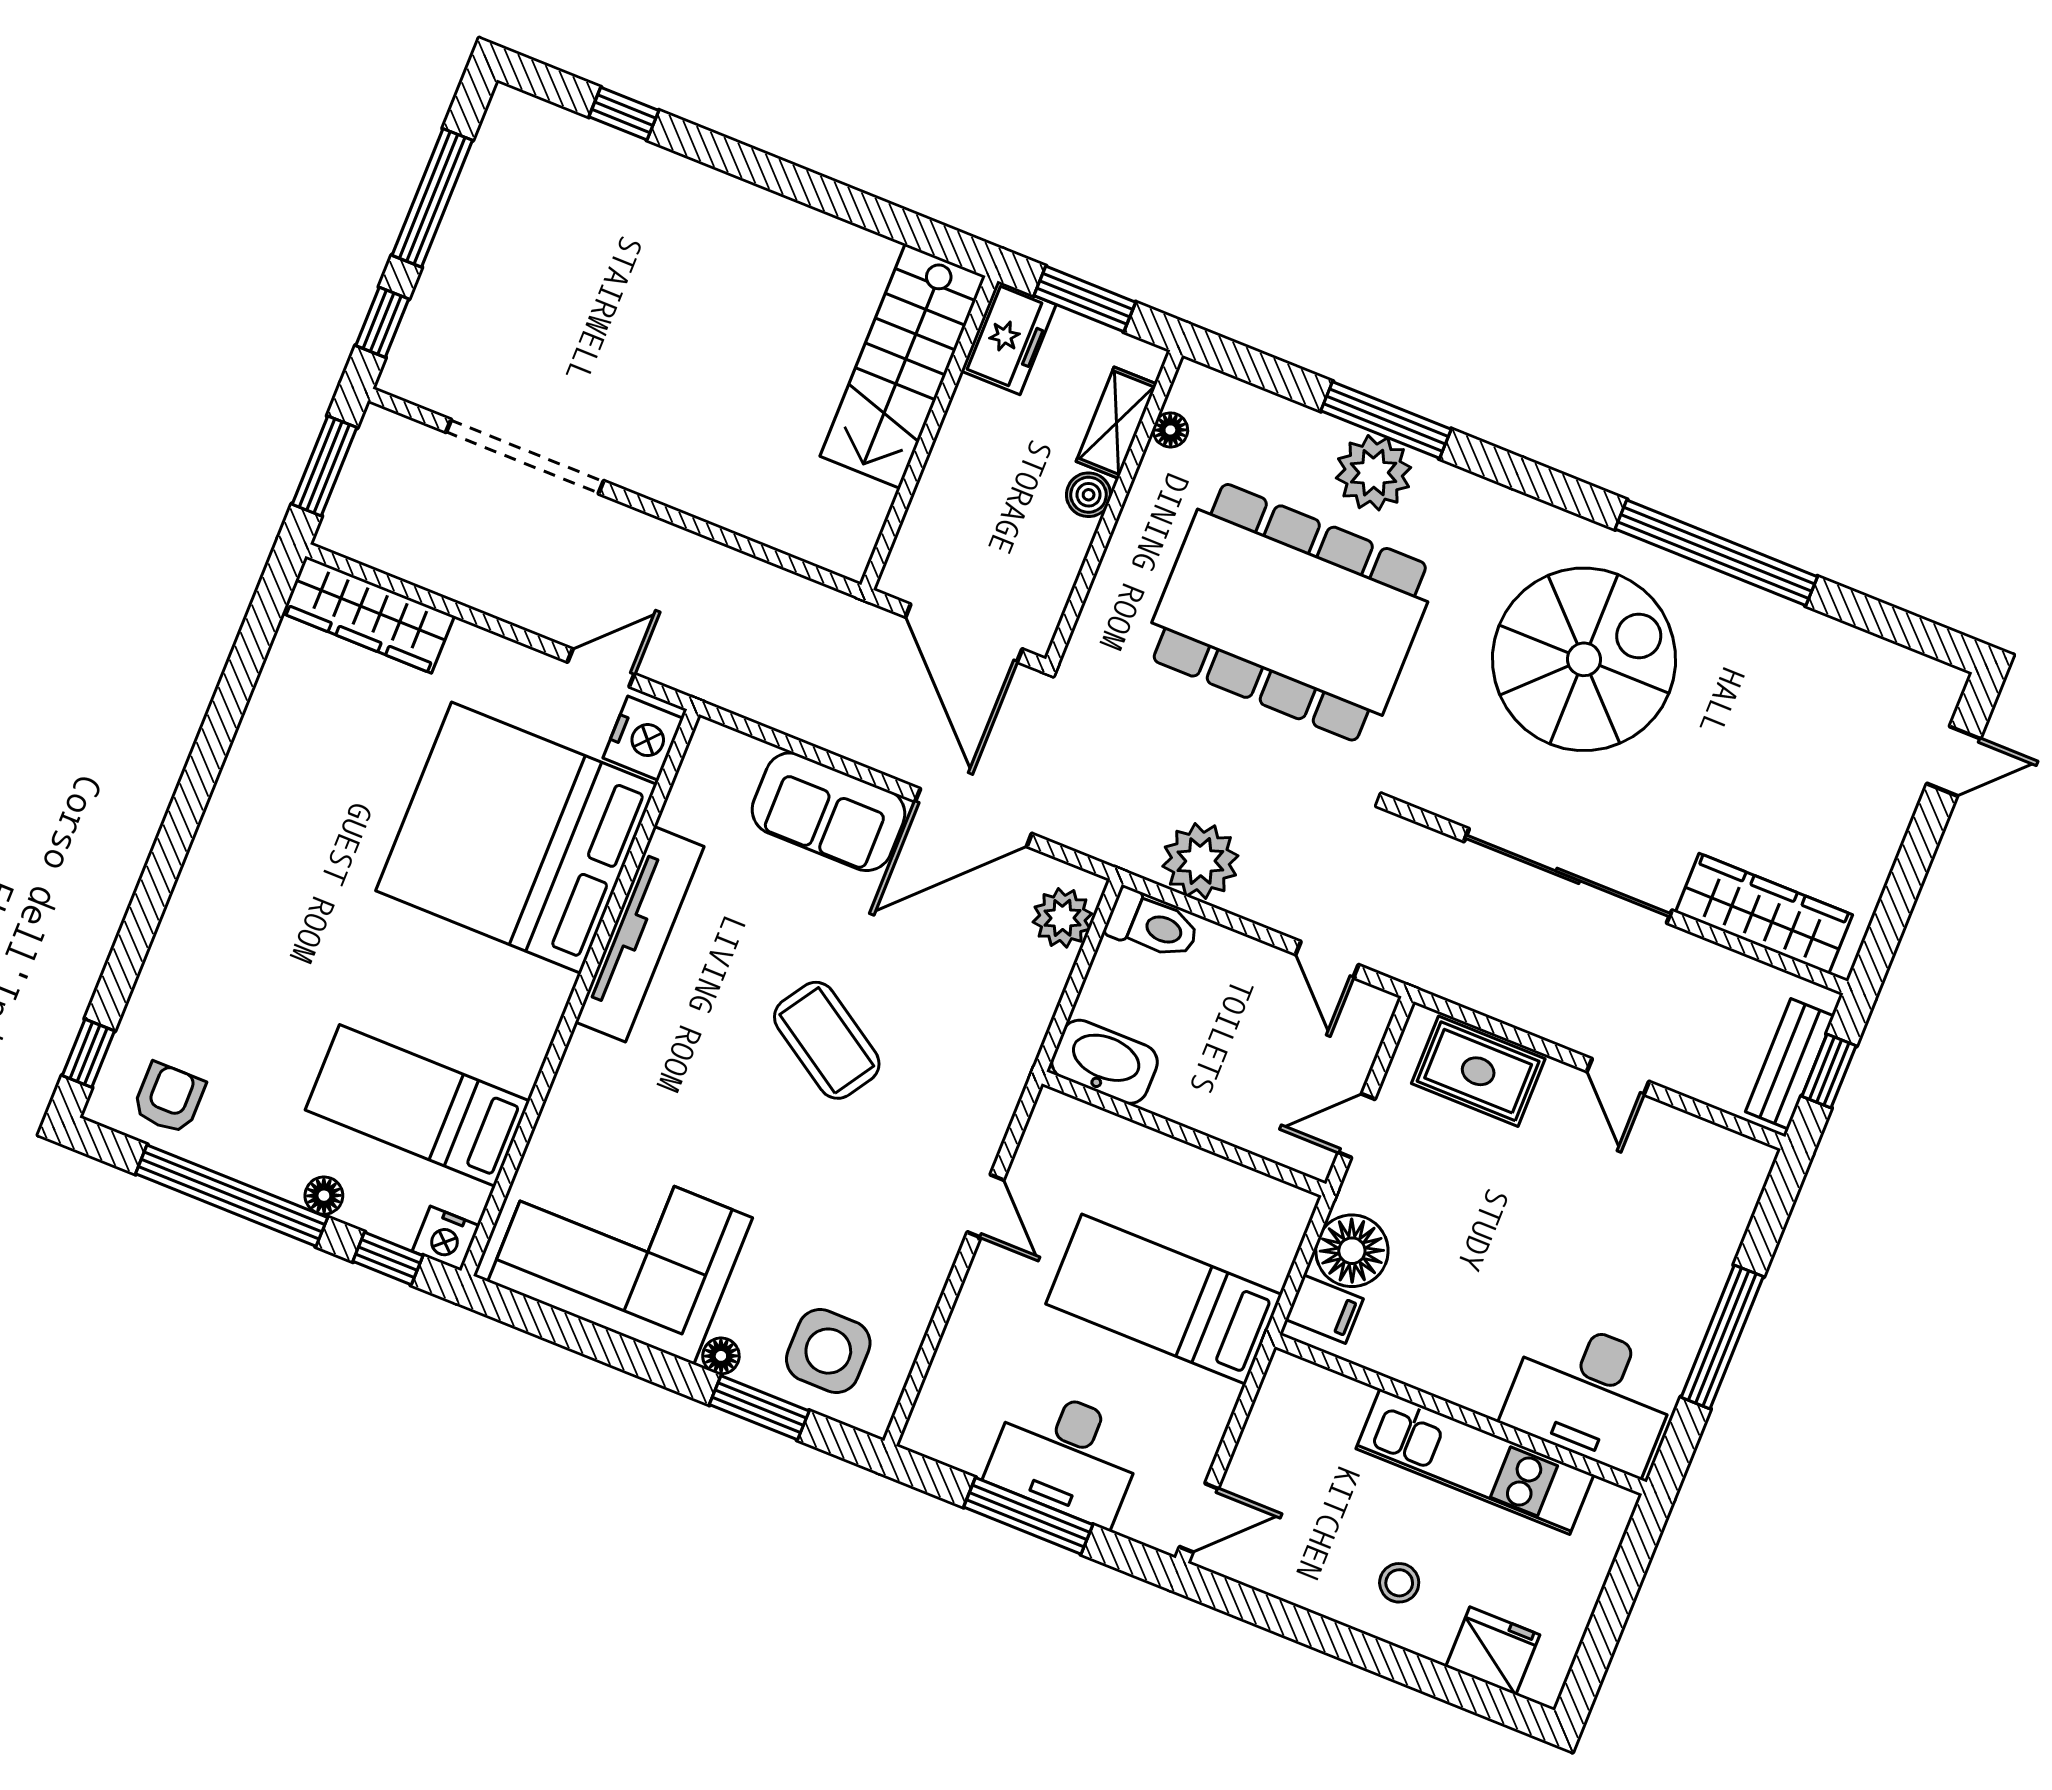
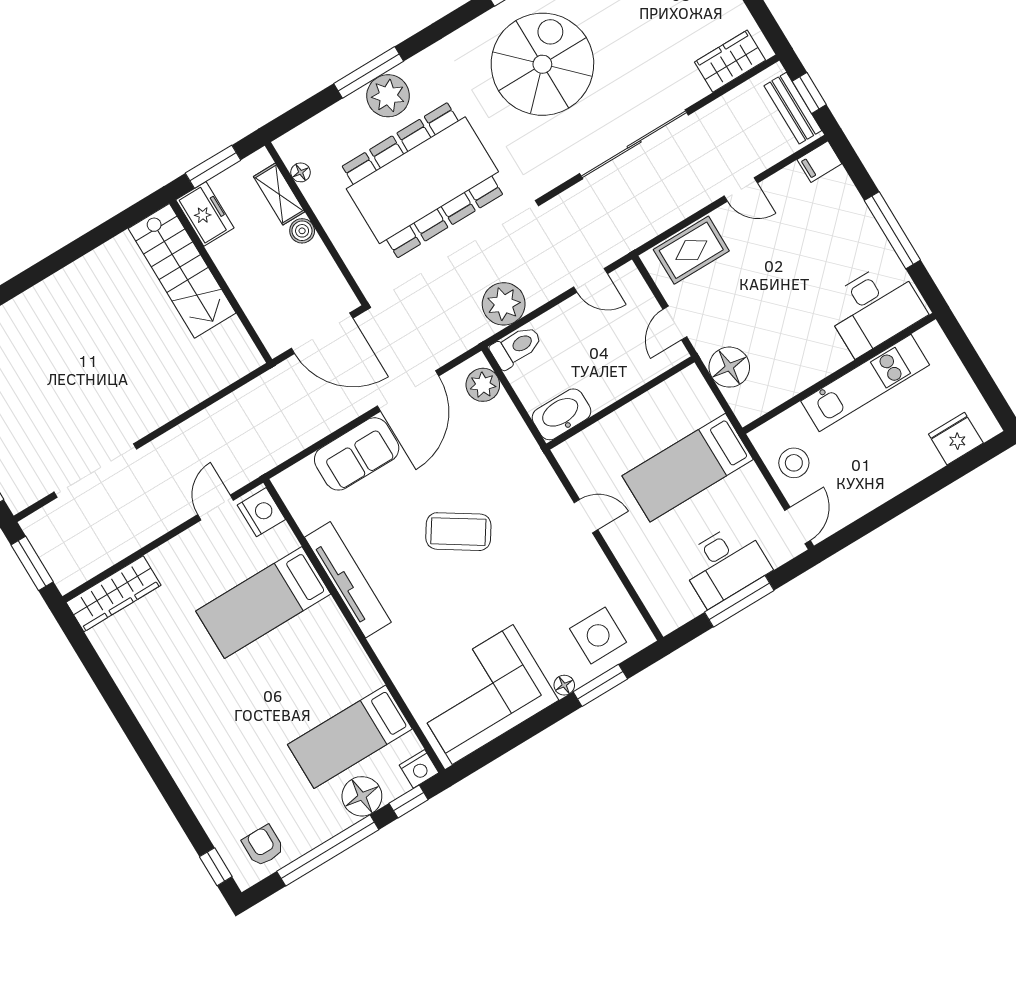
bed: (516, 838) -> (263, 602), width x0.49
wardrobe: (1764, 913) -> (730, 61), width x0.67
floor lamp: (324, 1196) -> (362, 796), width x1.89, depth x1.89
filing cabinet: (1324, 1309) -> (819, 162), moved, turned 180
stool: (1399, 1583) -> (794, 463), moved, width x1.37, depth x1.37

